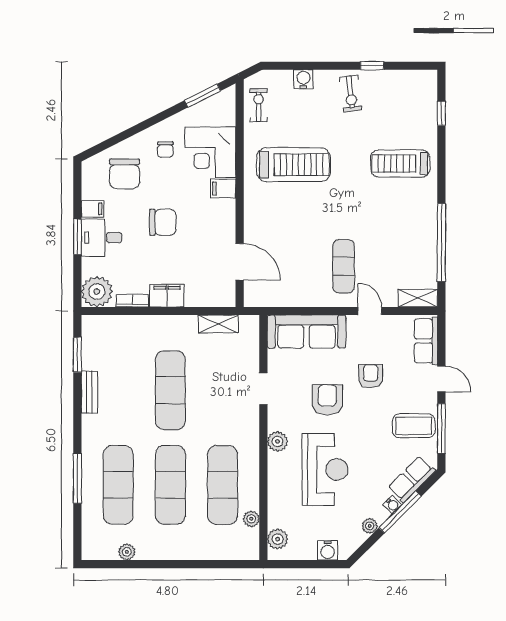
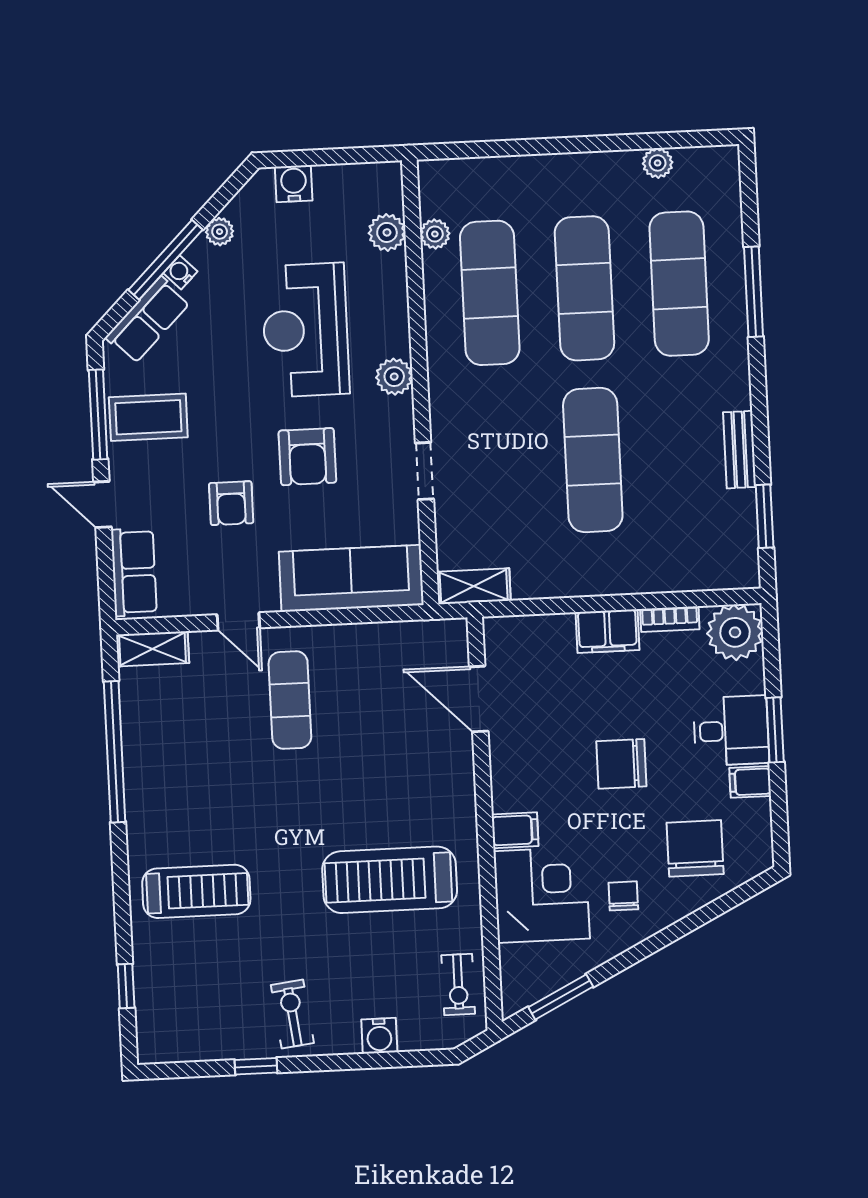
shelving: (218, 324) -> (474, 586), moved
plant: (278, 539) -> (387, 232), moved

